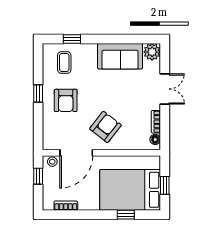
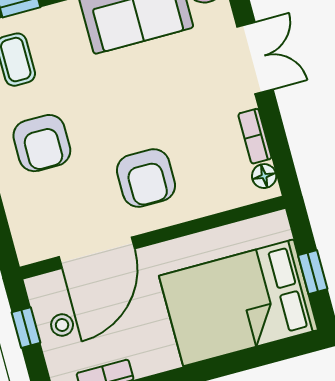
armchair: (105, 127) -> (146, 178), turned 142
stool: (52, 162) -> (62, 325), moved
window: (126, 215) -> (244, 361), removed

